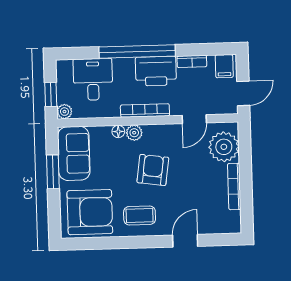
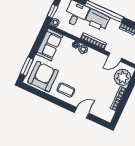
printer: (156, 71) -> (97, 20), moved
armchair: (153, 170) -> (83, 71), removed
window: (53, 172) -> (27, 66), moved
armchair: (90, 212) -> (43, 76), turned -90

